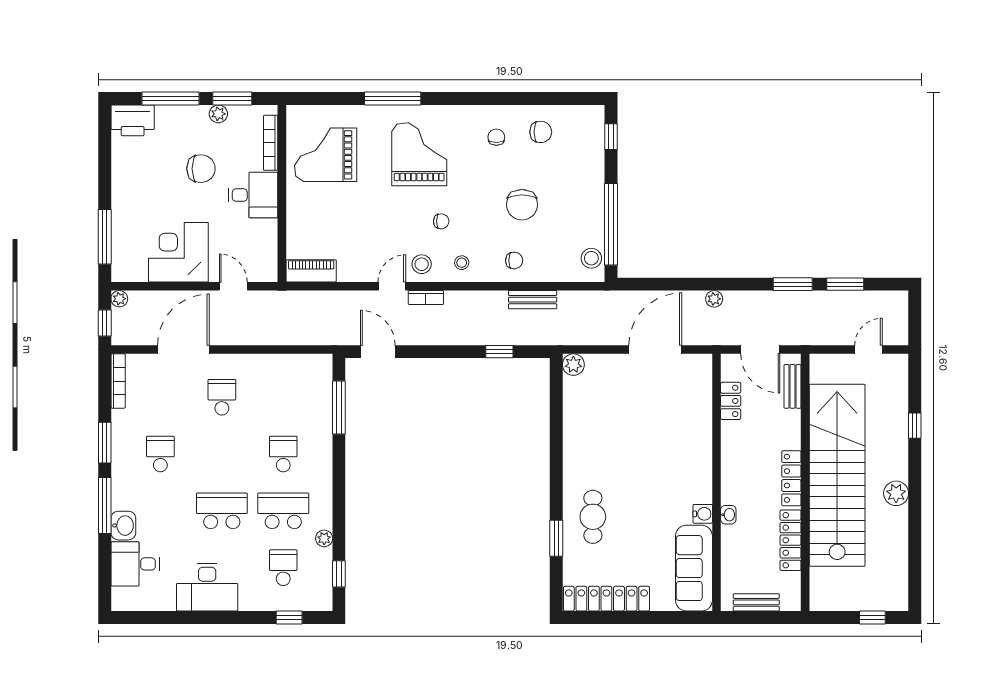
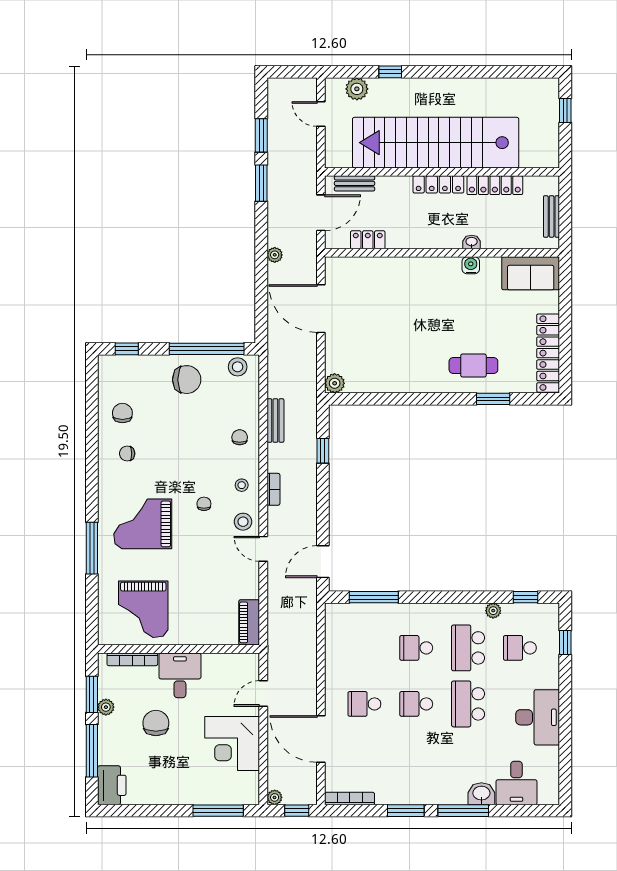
chair: (522, 205) -> (187, 380), moved
bookcase: (426, 297) -> (273, 489), moved
school desk: (160, 454) -> (416, 704), moved
plant: (896, 493) -> (357, 89), moved
sofa: (694, 568) -> (531, 273), width x0.73

